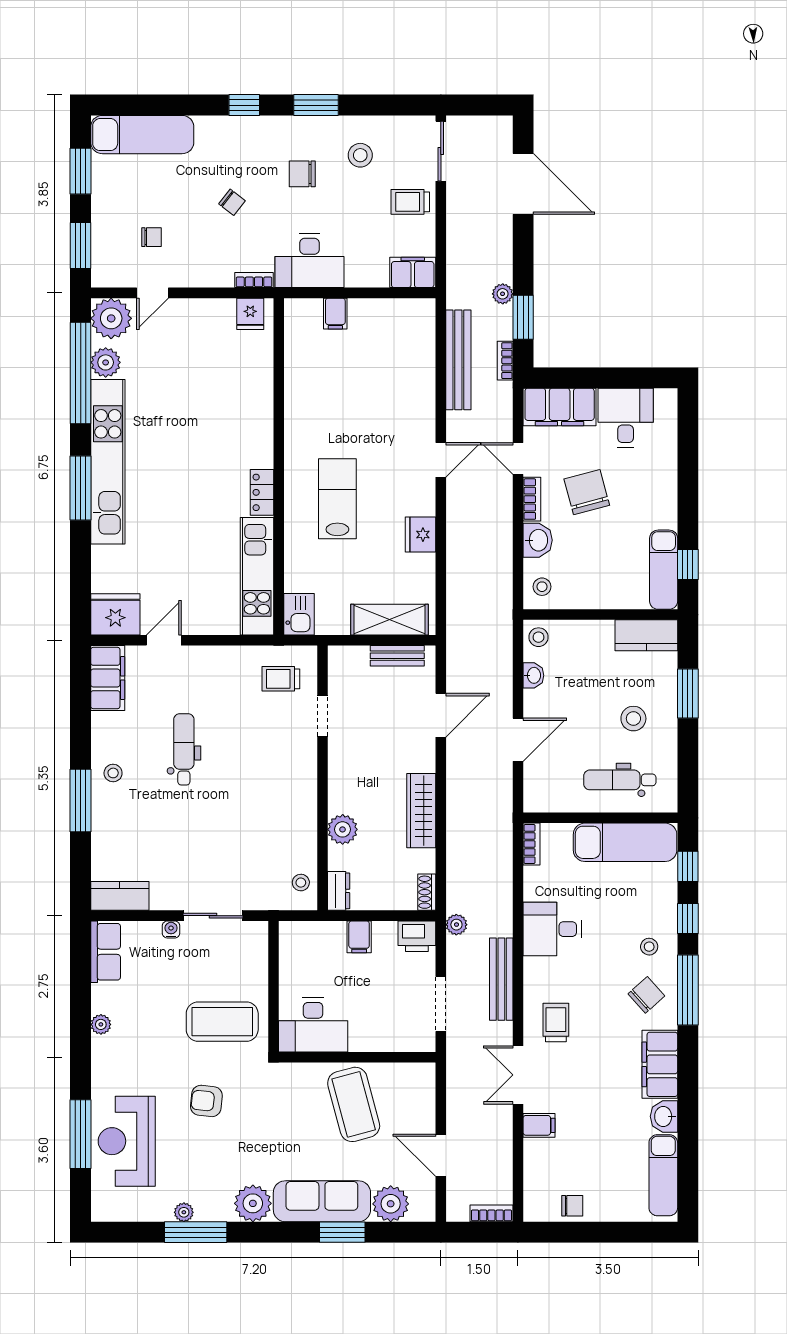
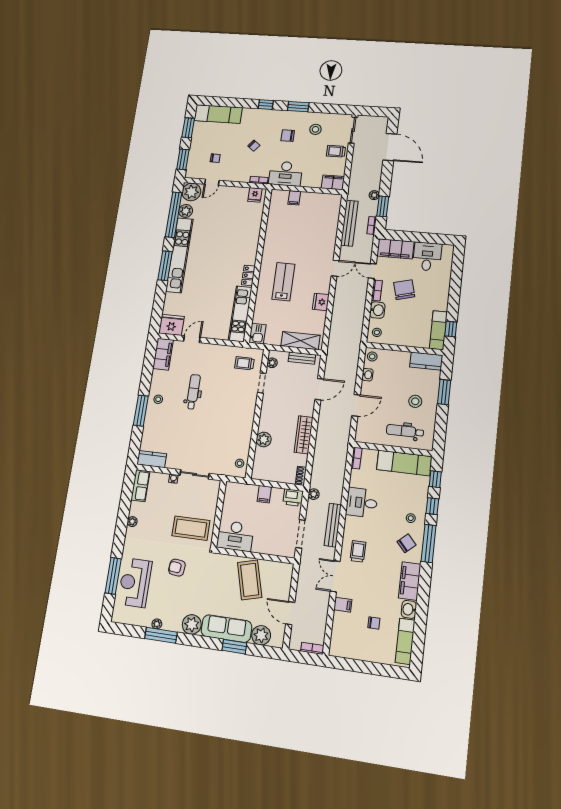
plant: (338, 672) -> (272, 363), added
dresser: (339, 891) -> (257, 470), removed
chair: (572, 1206) -> (374, 623), moved

